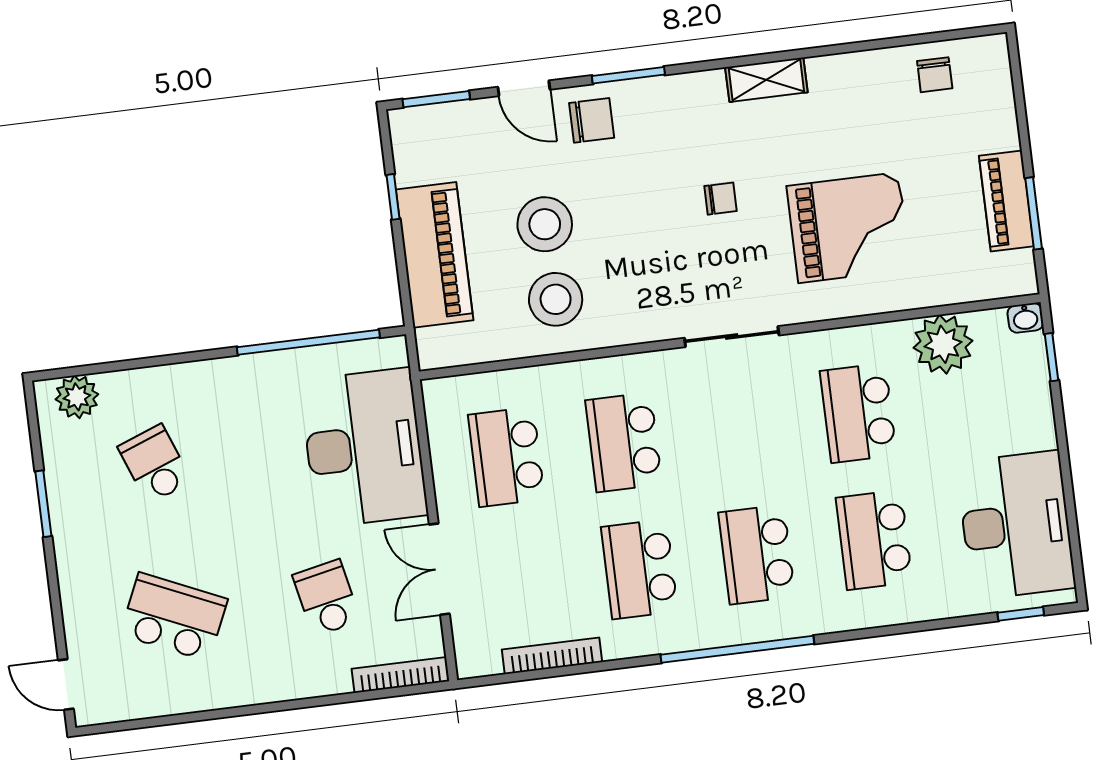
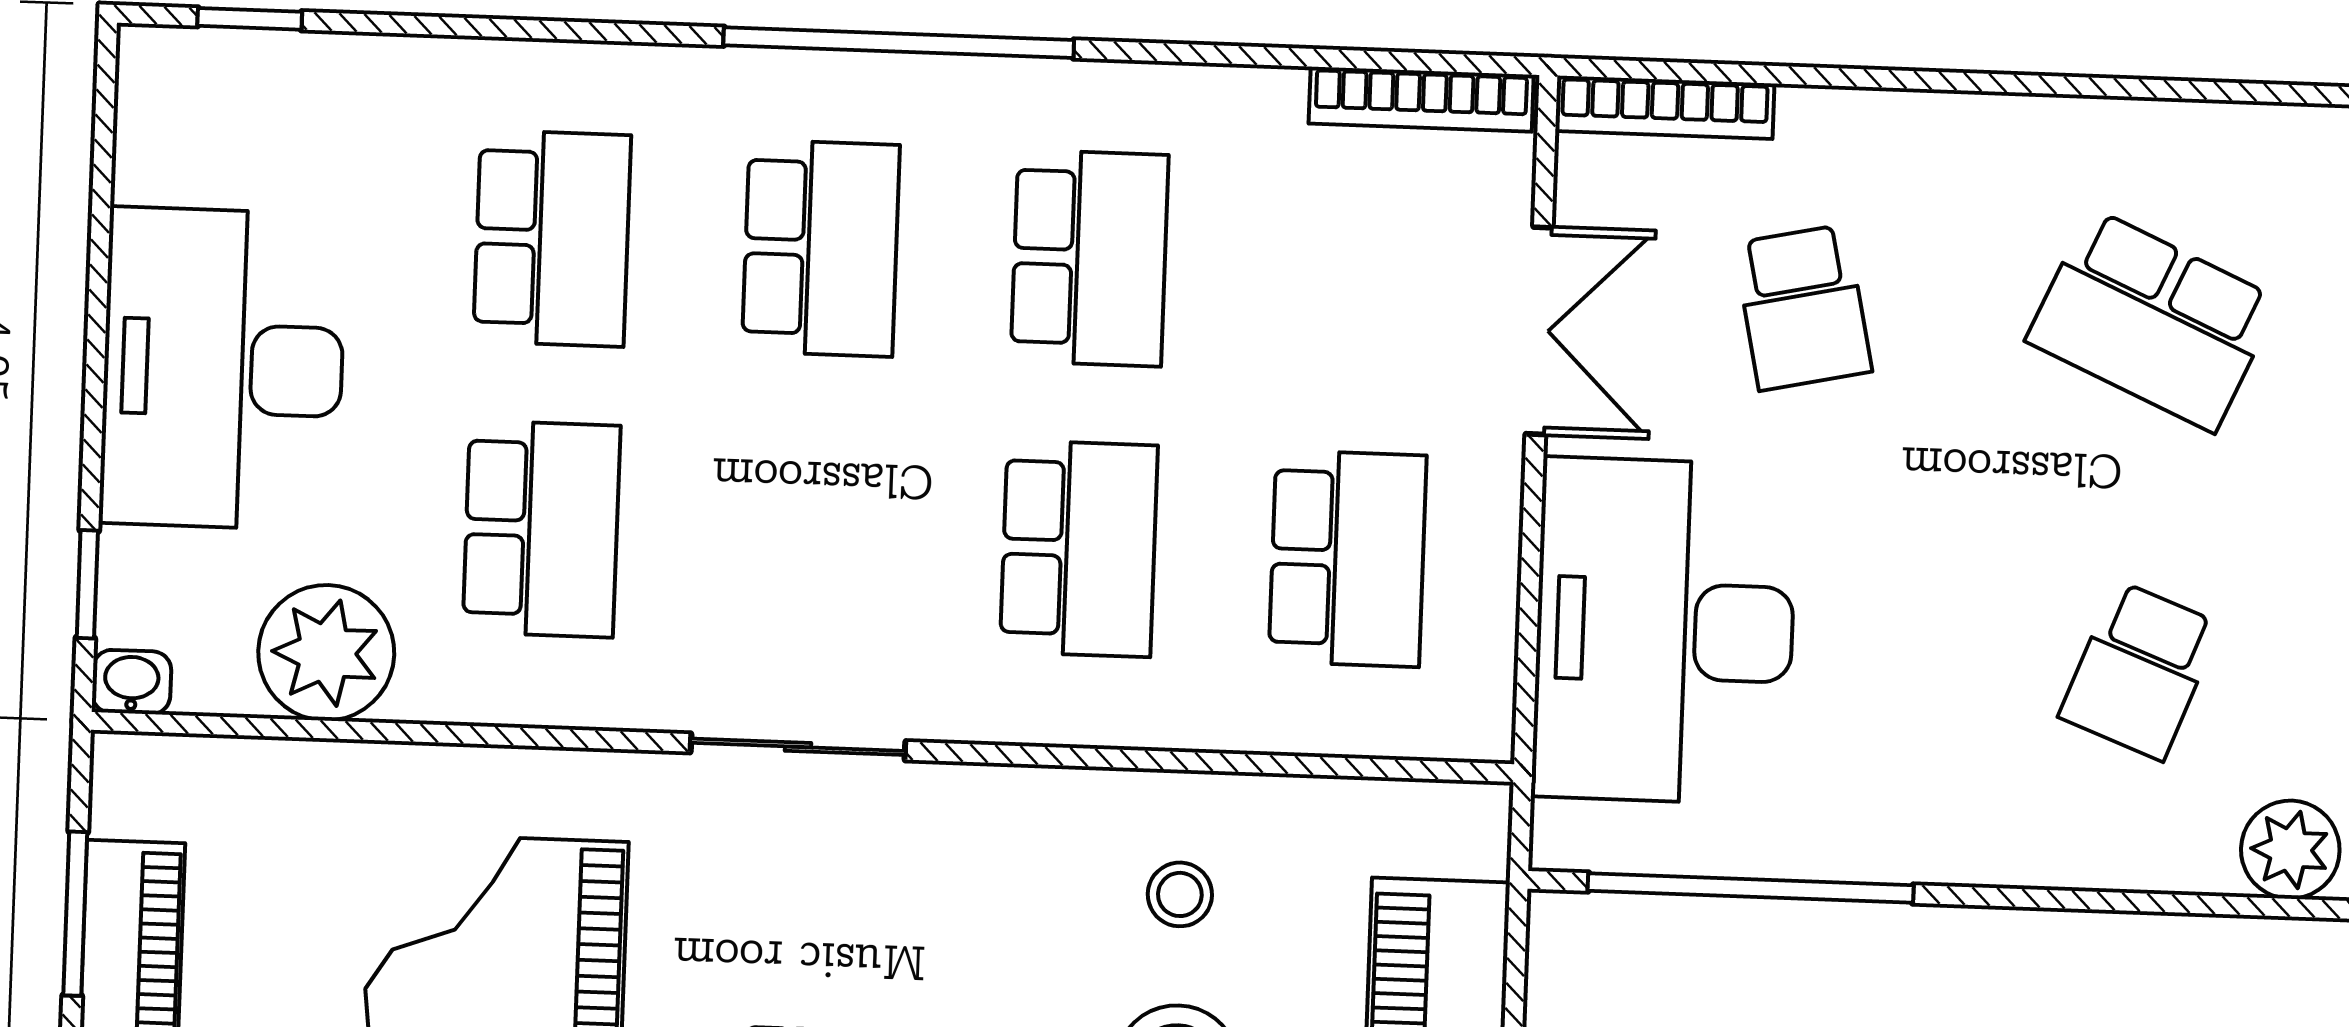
stool: (556, 299) -> (1180, 894), width x0.53, depth x0.53
school desk: (155, 464) -> (2140, 671), turned 42
desk: (1016, 525) -> (223, 369), moved
bookcase: (552, 656) -> (1421, 99), moved

